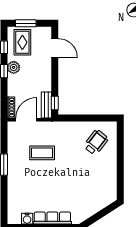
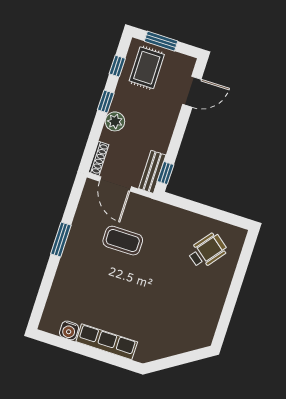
door: (55, 48) -> (192, 92), hinge flipped
plant: (14, 67) -> (115, 121), moved
door: (26, 120) -> (115, 184), swing flipped

